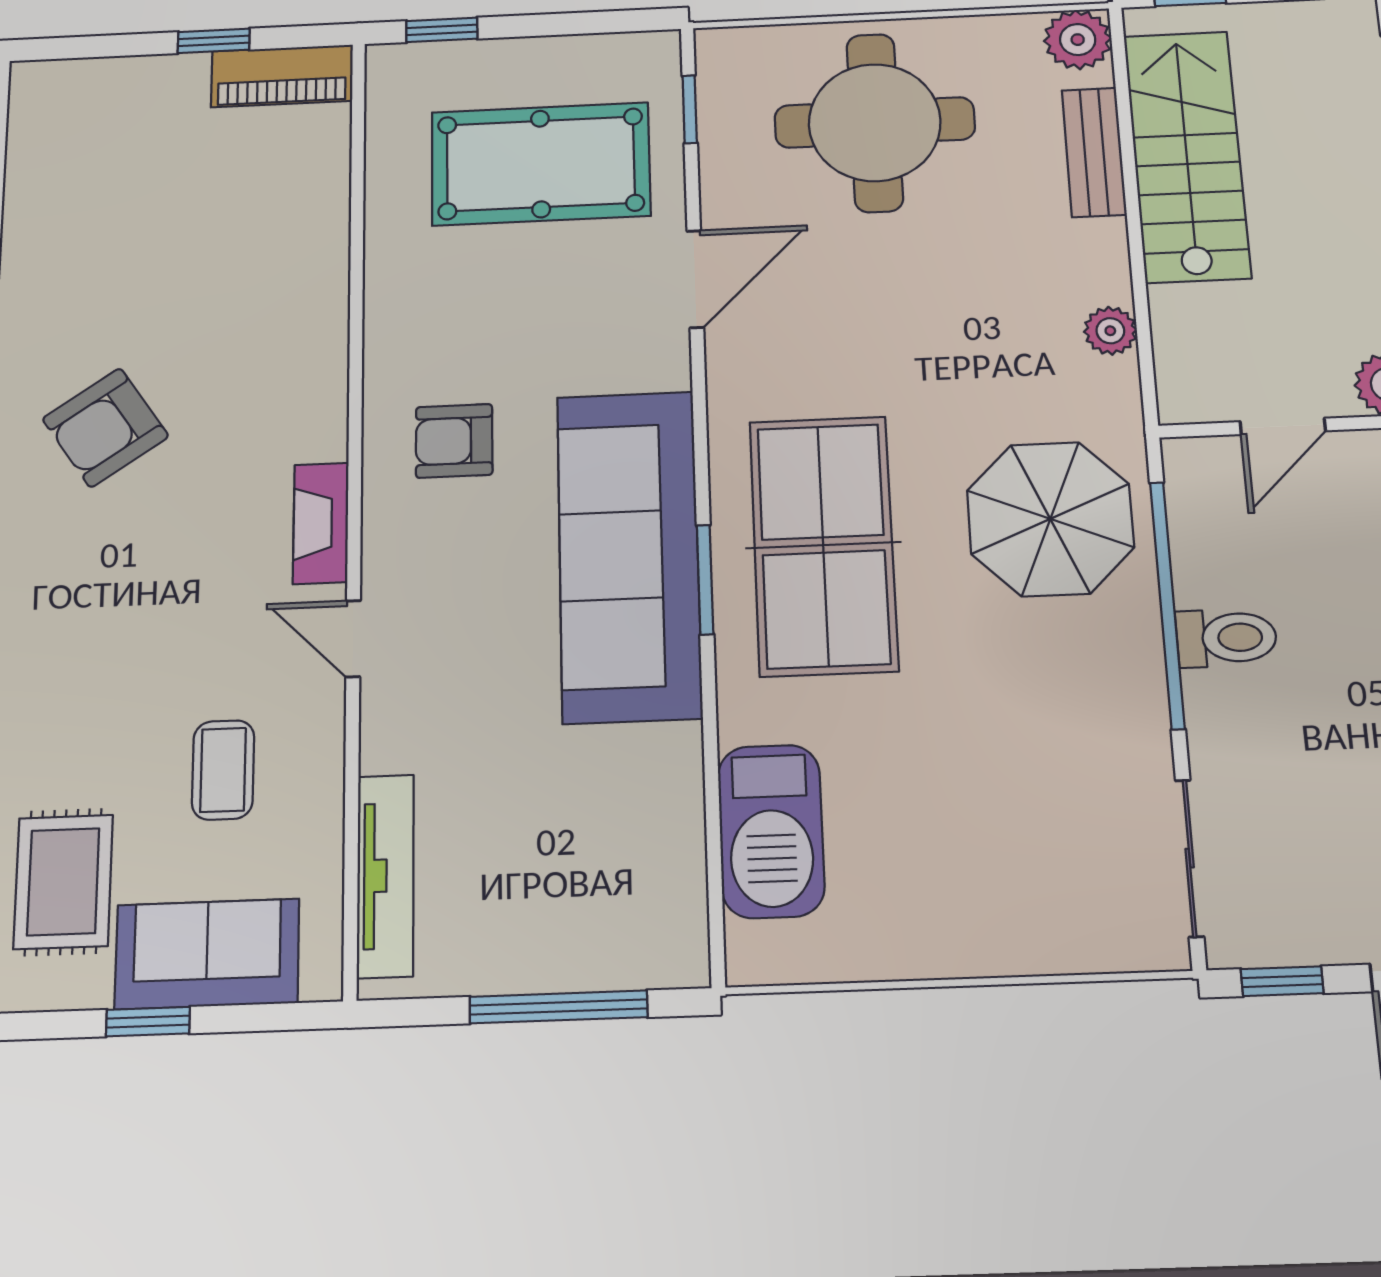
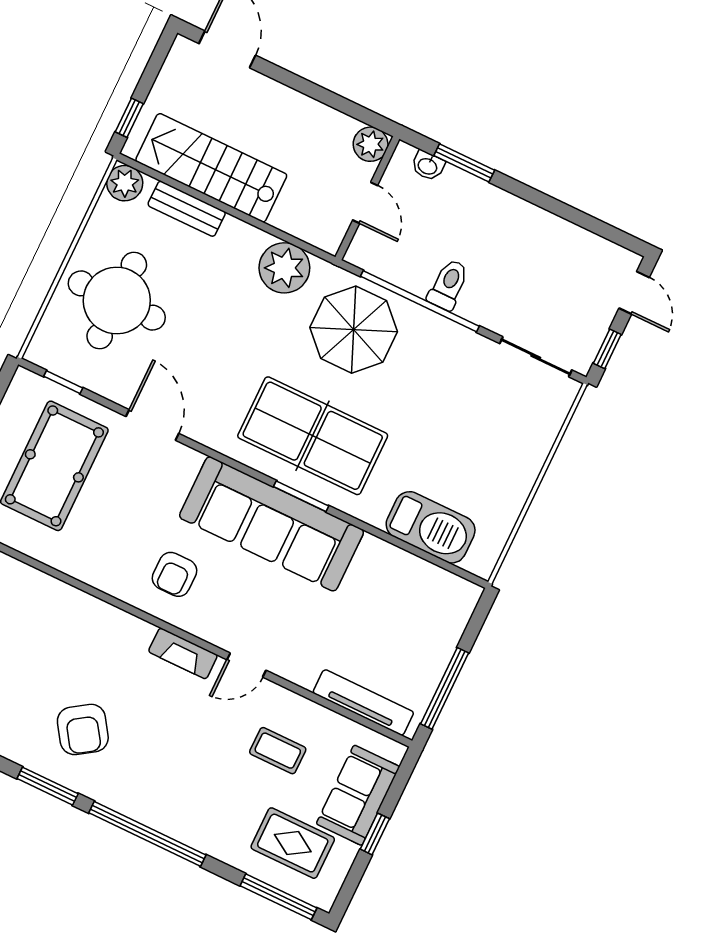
plant: (1110, 331) -> (284, 268), width x1.87, depth x1.87
window: (558, 1007) -> (445, 688), moved

